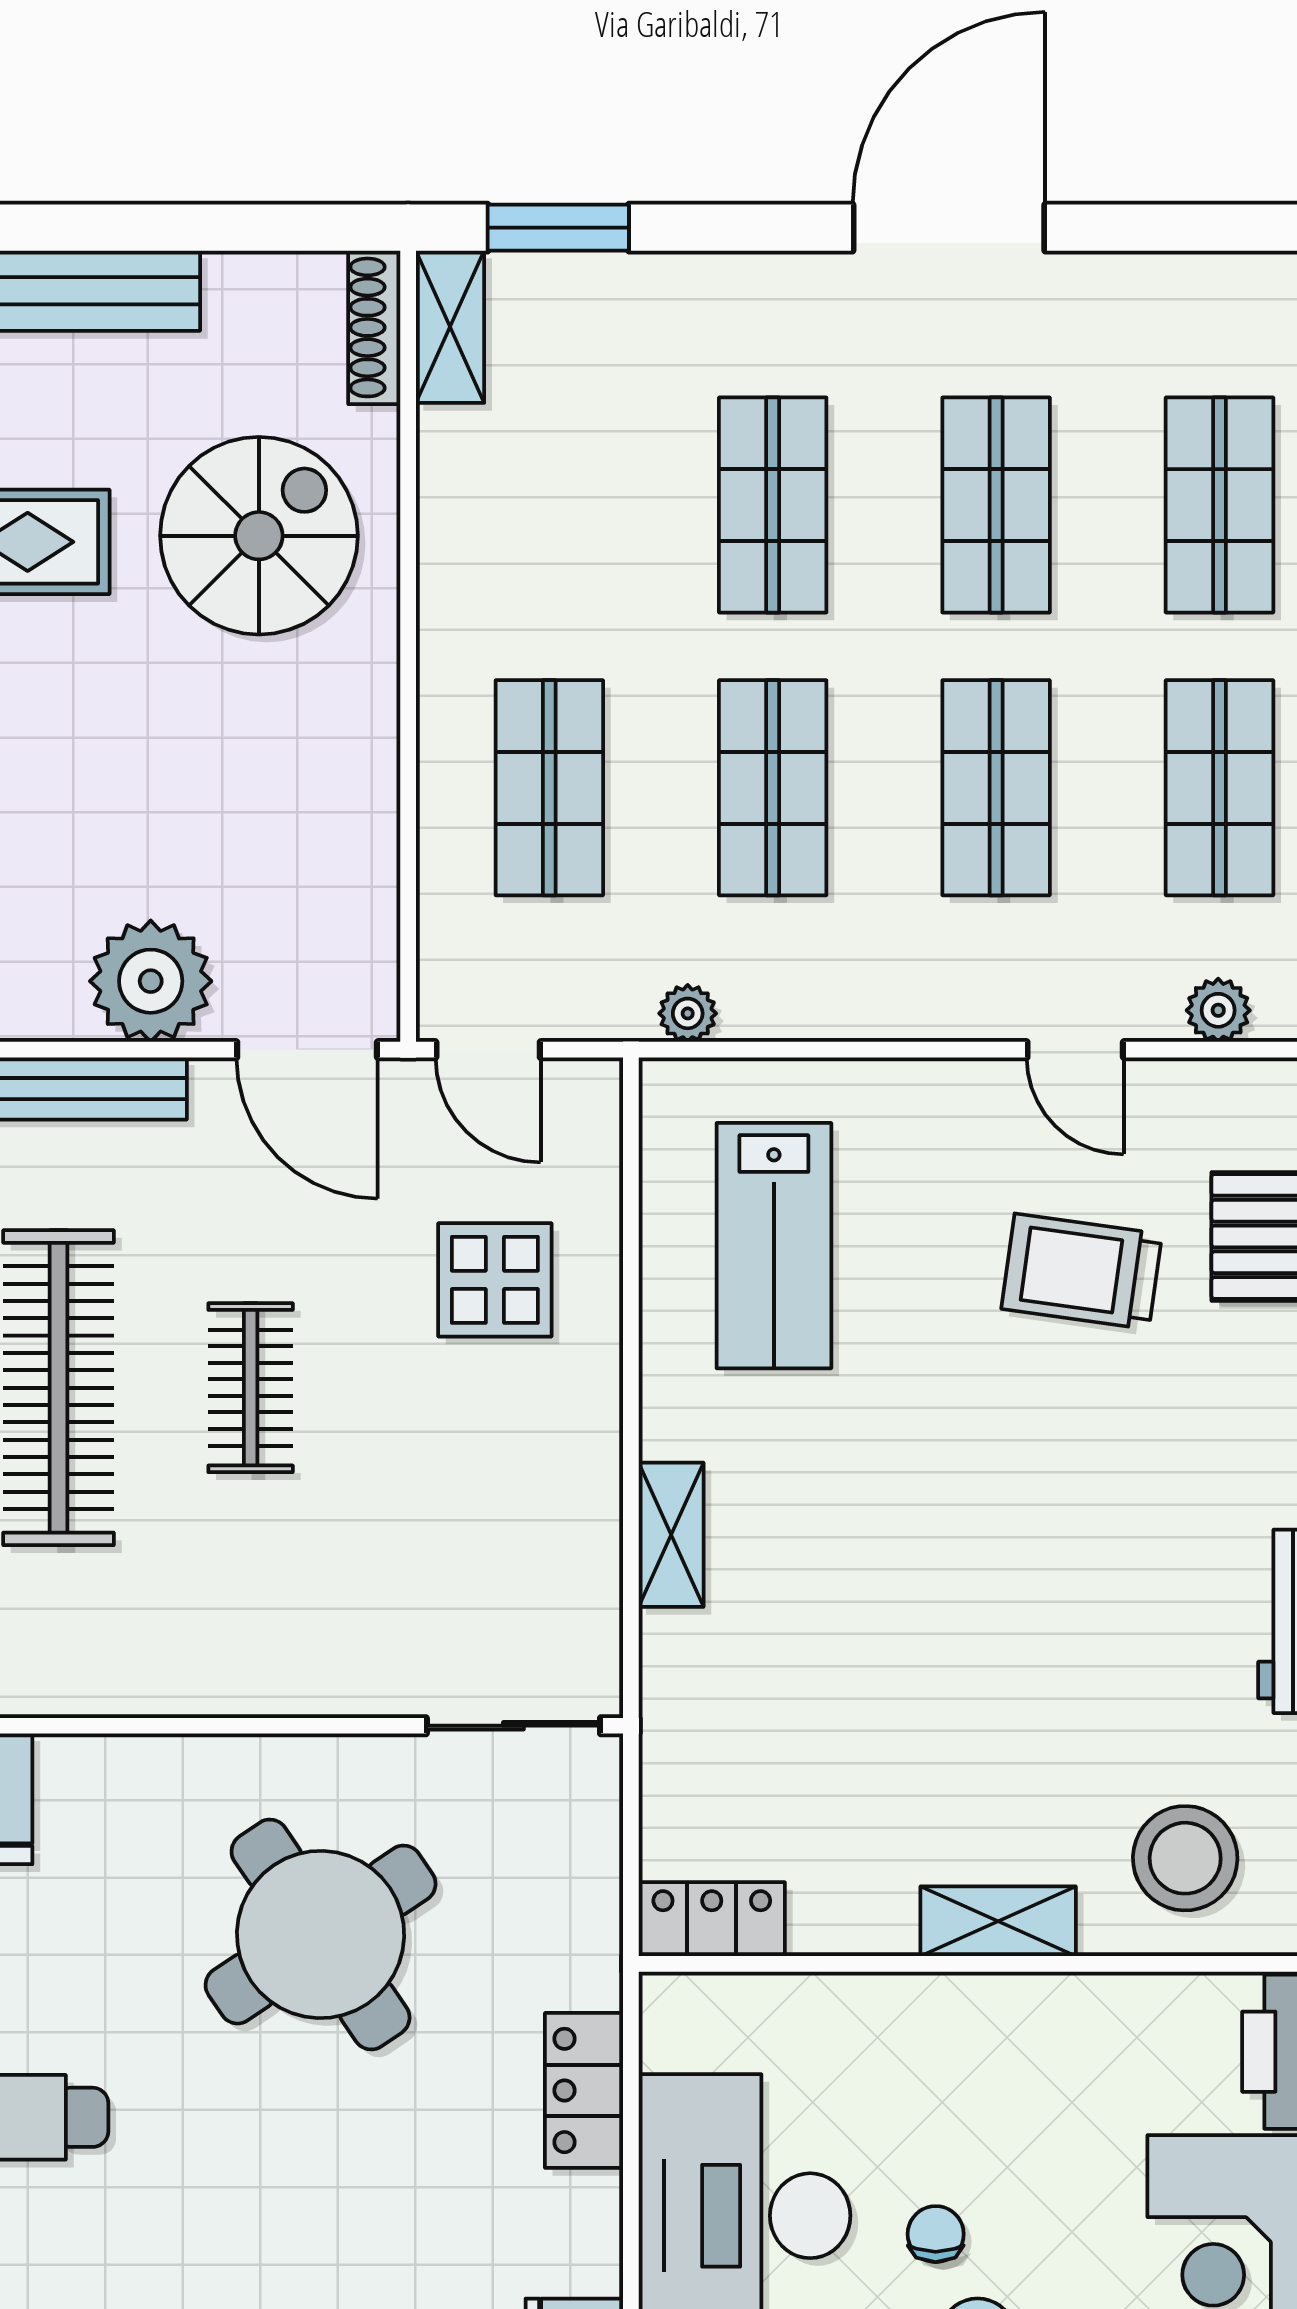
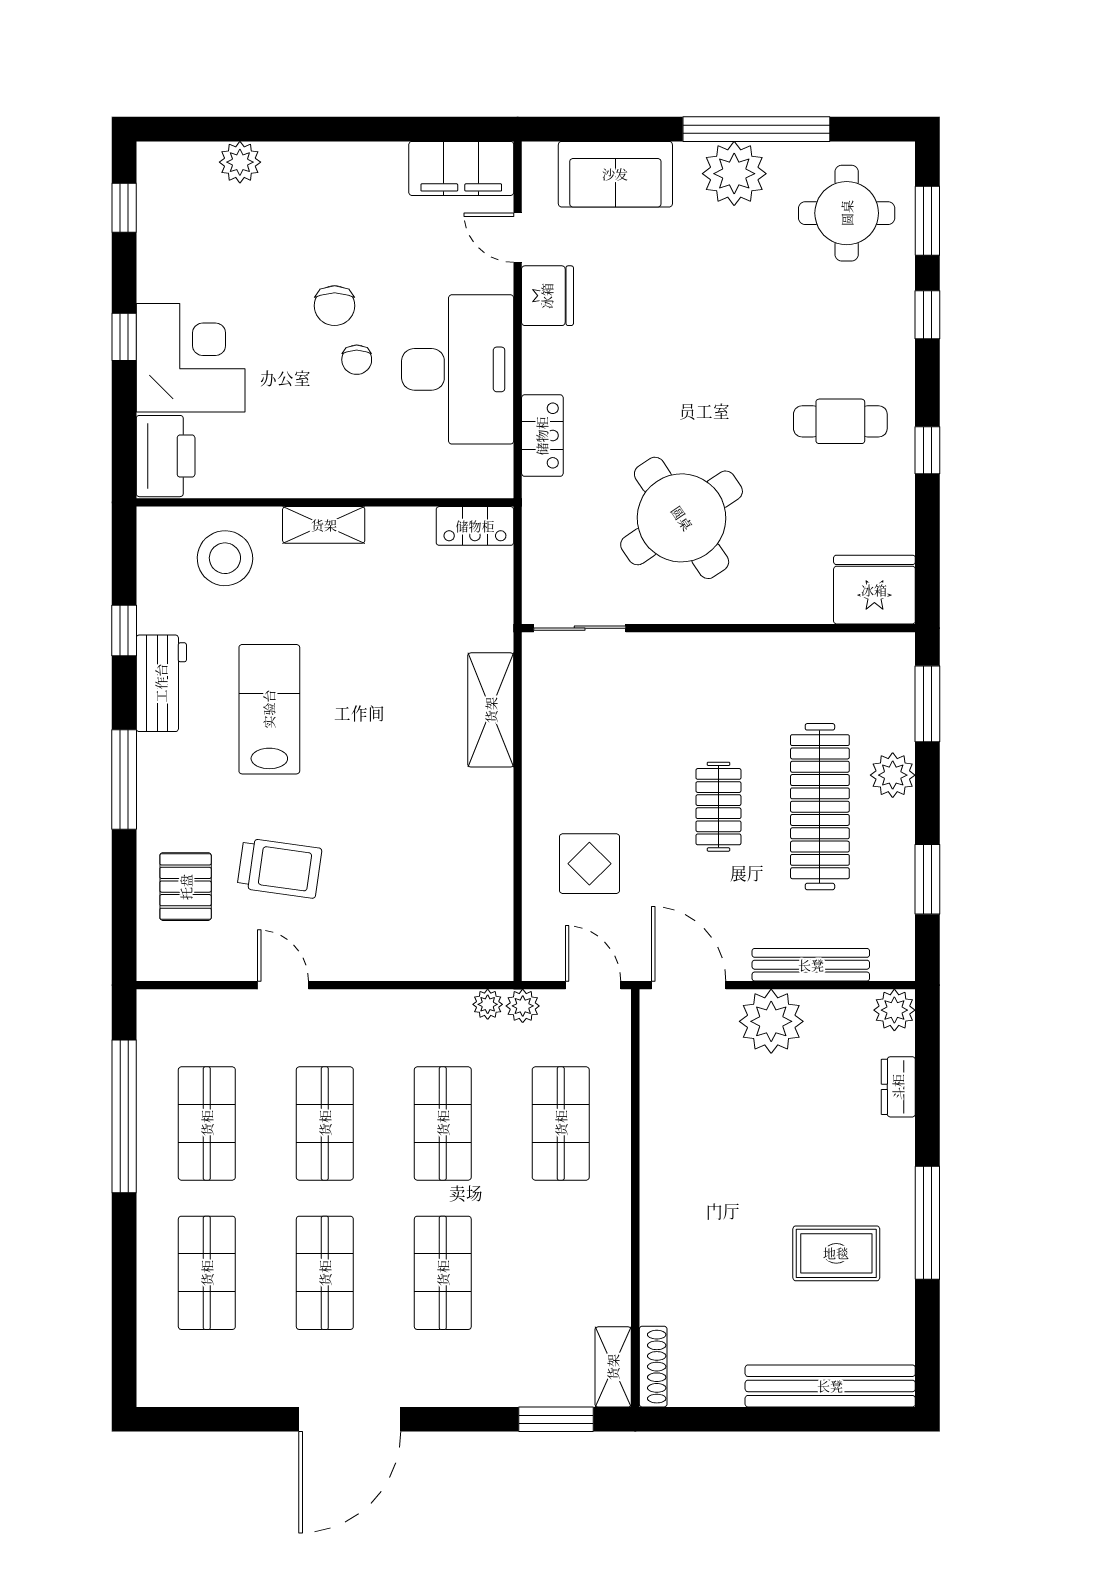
spiral stairs: (259, 536) -> (714, 1257), removed
plant: (1218, 1010) -> (523, 1006), moved
lab bench: (774, 1246) -> (269, 709), moved
shelving: (671, 1535) -> (491, 710), width x1.50, depth x1.33

